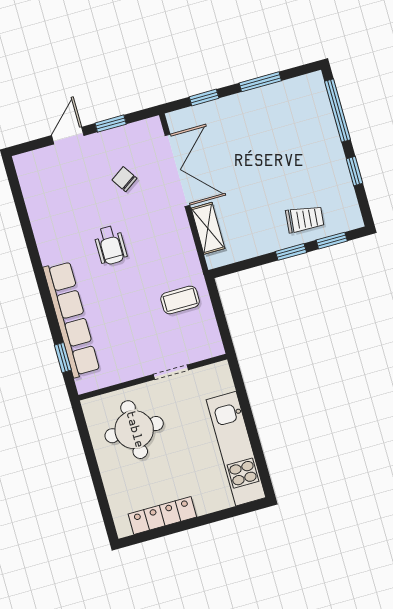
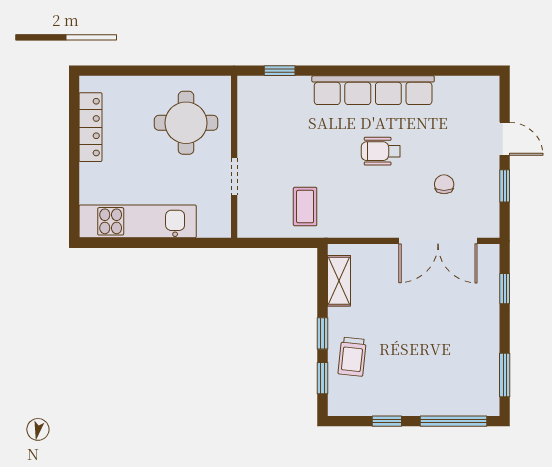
window: (260, 82) -> (505, 375), moved
chair: (124, 179) -> (444, 184), turned -56
shelving: (208, 228) -> (339, 281), moved, turned 90
row of seats: (71, 319) -> (373, 90), moved

